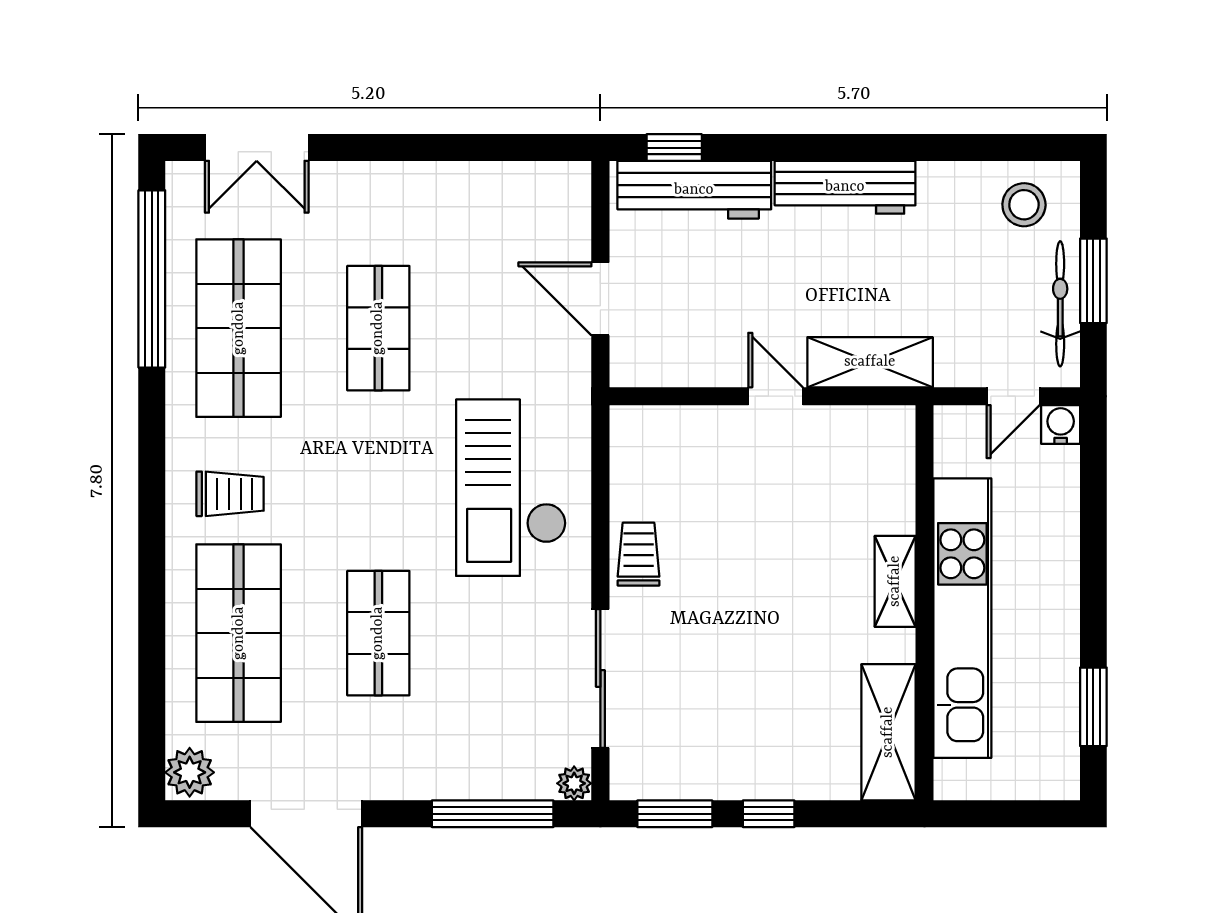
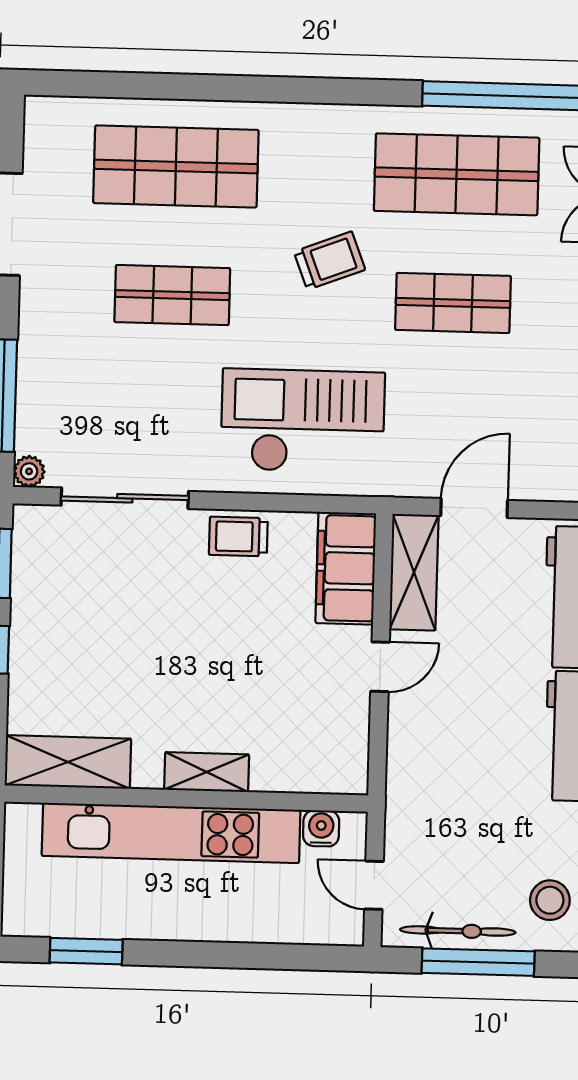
window: (1093, 281) -> (478, 962), width x1.44
shelving: (870, 362) -> (414, 572), moved
water cooler: (1061, 425) -> (321, 828), moved, turned -90
filing cabinet: (670, 436) -> (346, 568), added
trolley: (230, 494) -> (330, 261), moved, turned -111
trolley: (639, 554) -> (238, 537), turned 180
plant: (190, 772) -> (49, 118), removed

